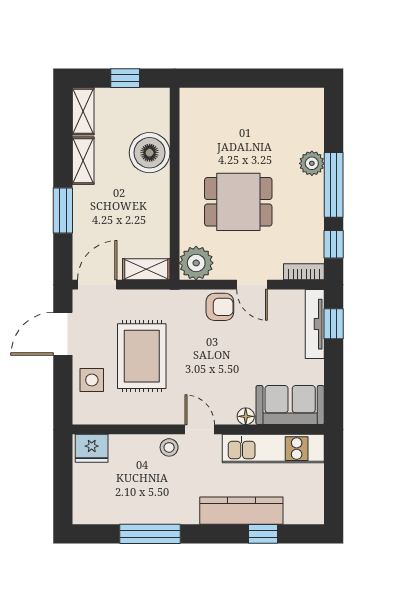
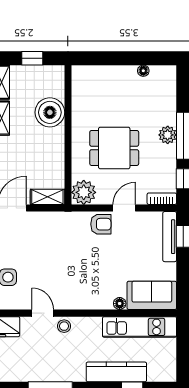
floor lamp: (278, 95) -> (143, 71), added
plant: (312, 163) -> (168, 135), moved
door: (252, 285) -> (124, 208), swing flipped
rug: (142, 356) -> (44, 260), removed
door: (200, 429) -> (43, 313), moved

